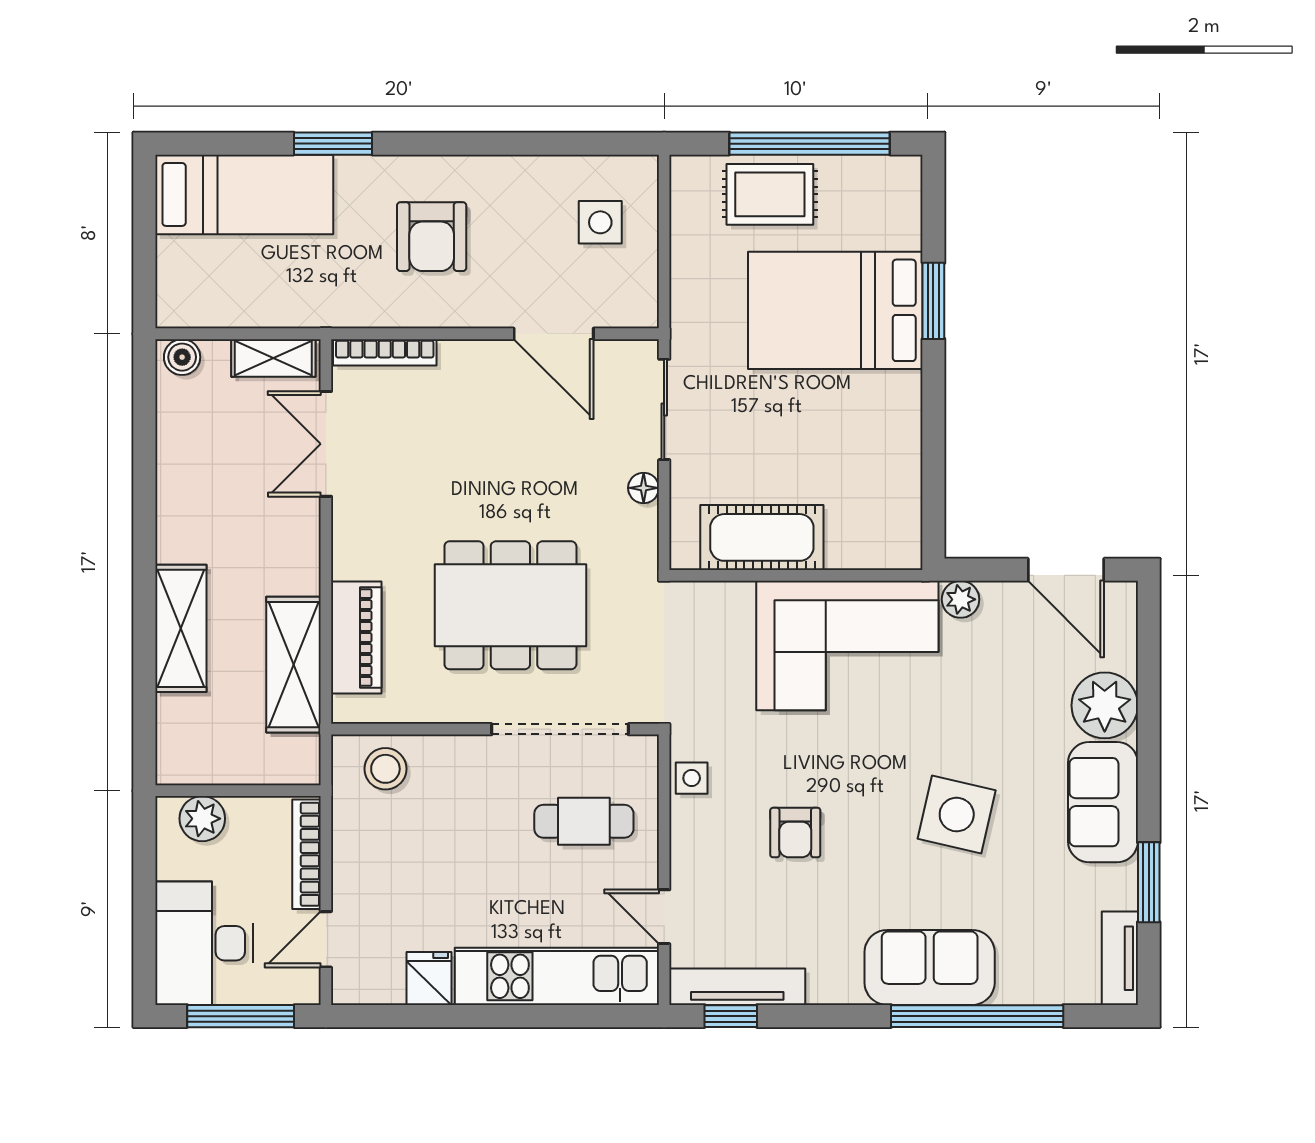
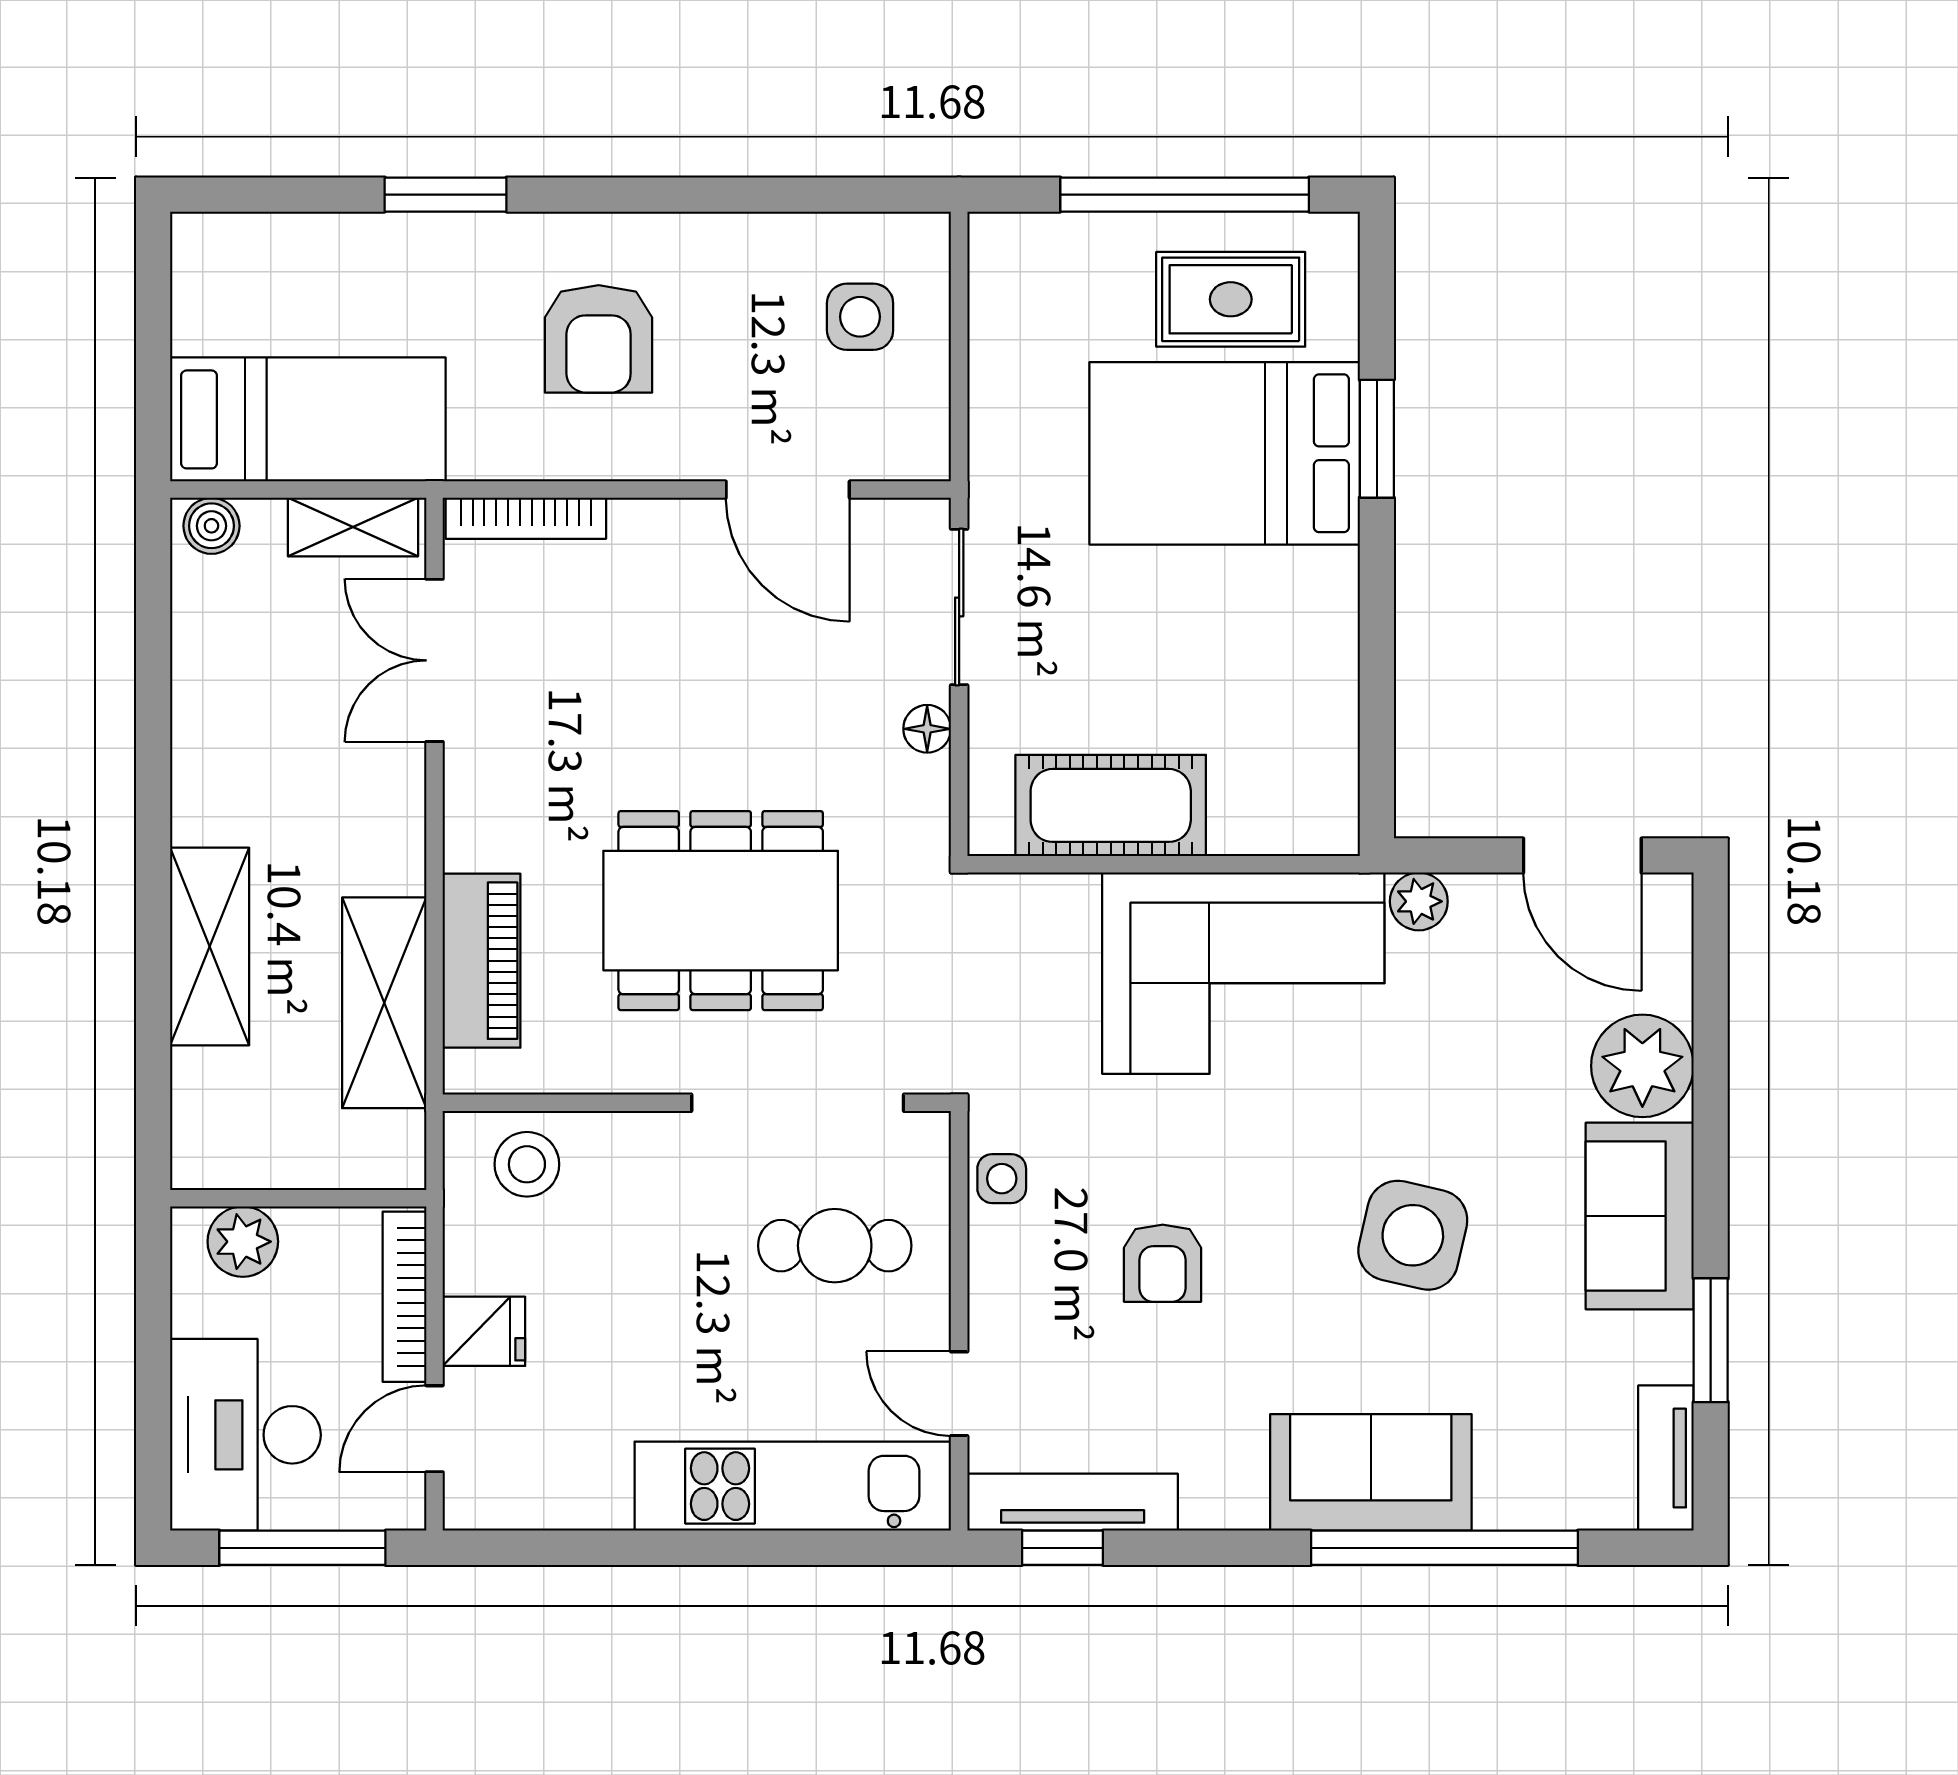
bed: (244, 194) -> (308, 419), moved
rug: (770, 194) -> (1231, 299), moved
fridge: (429, 978) -> (484, 1331), moved, turned 90

